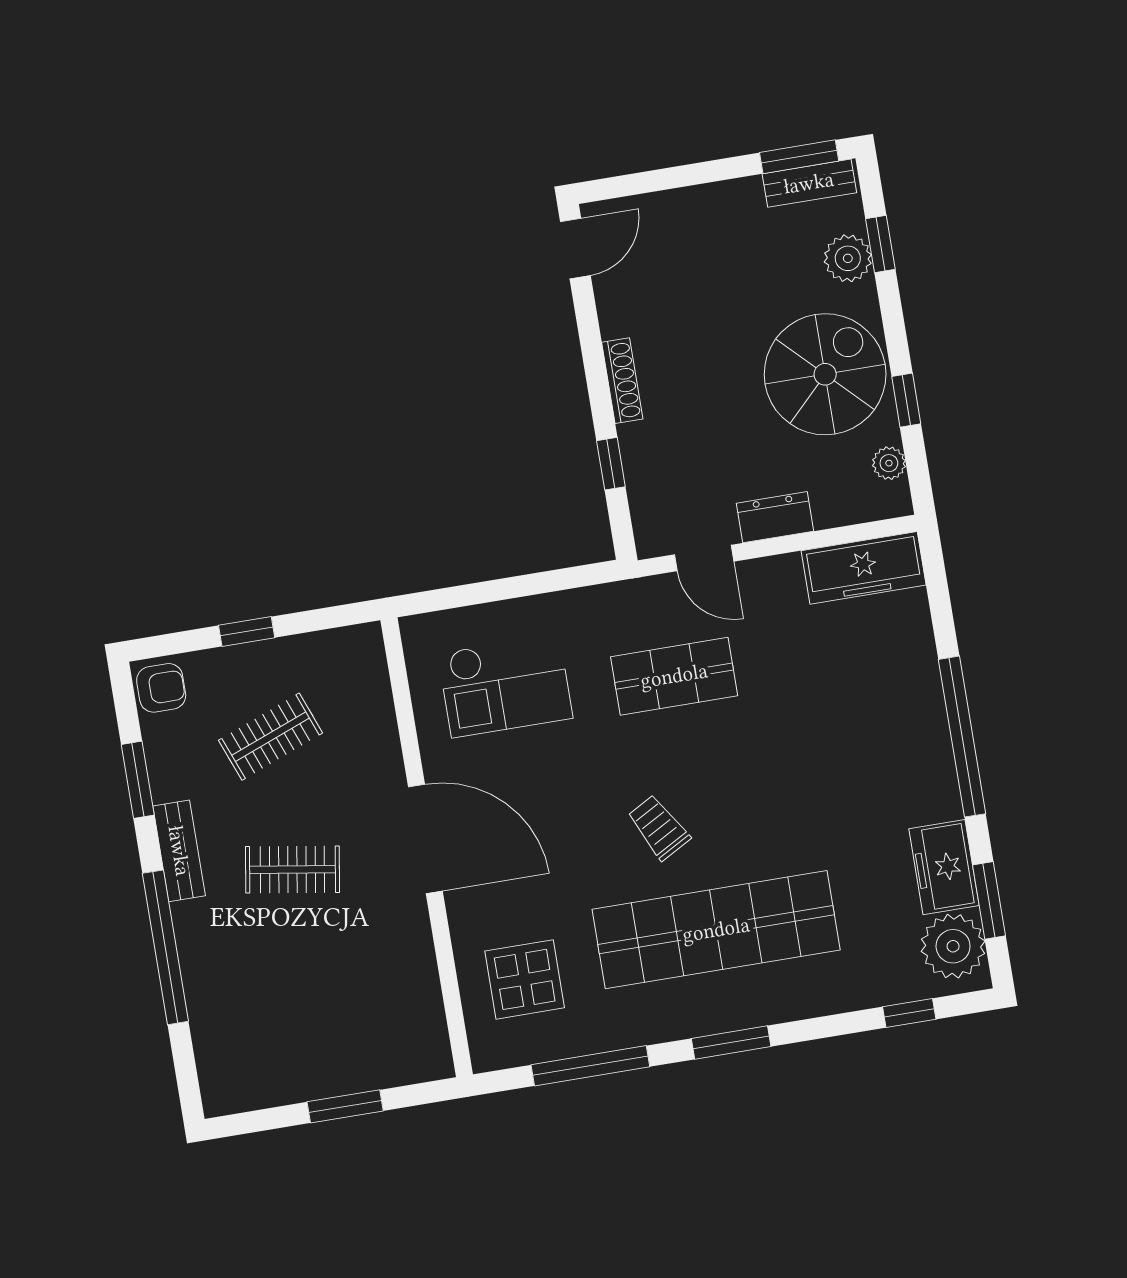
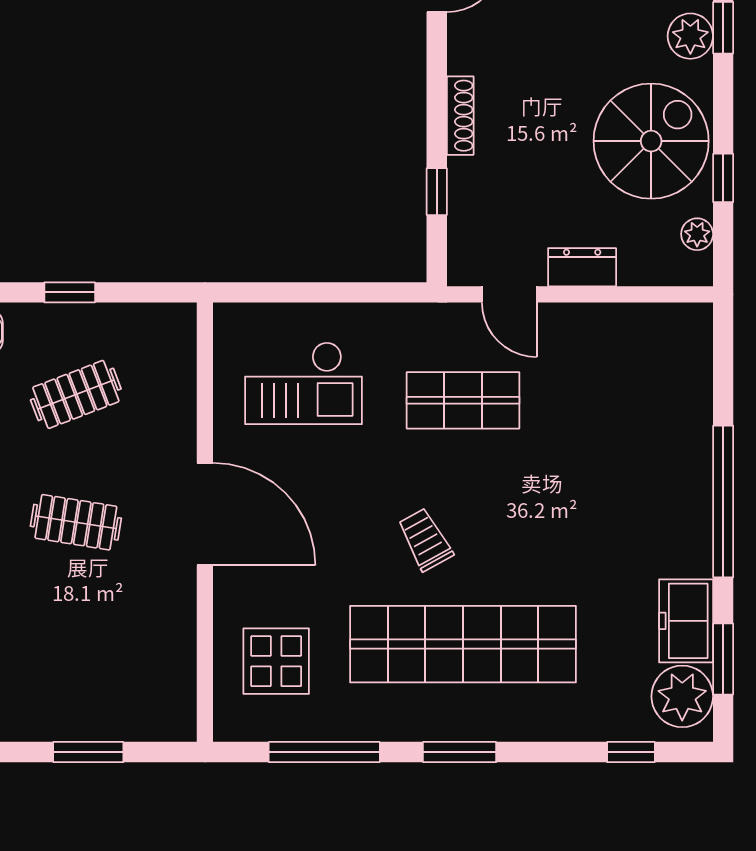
freezer: (864, 568) -> (657, 328), removed

